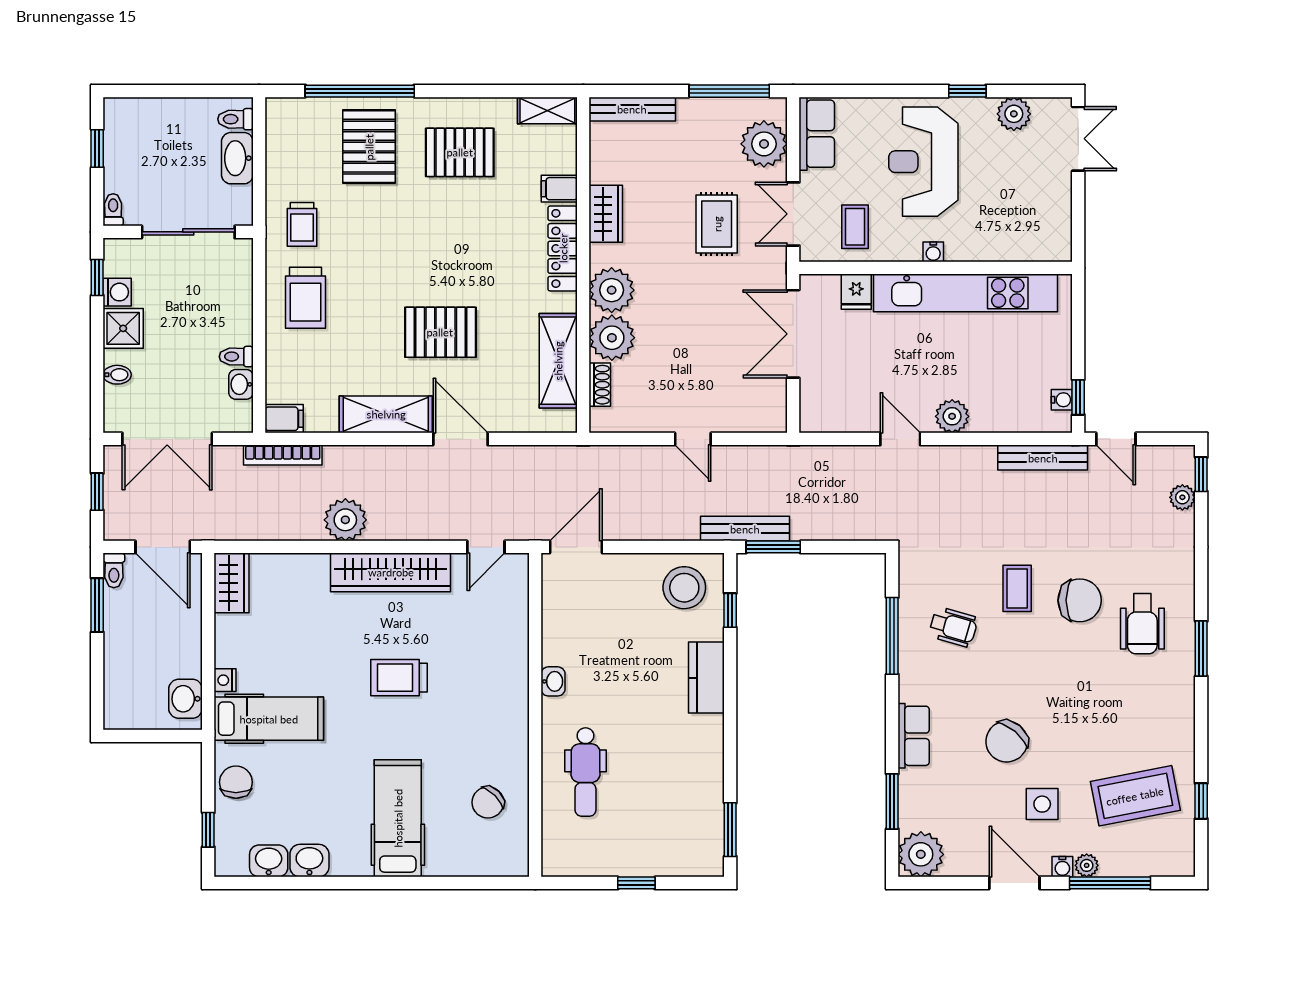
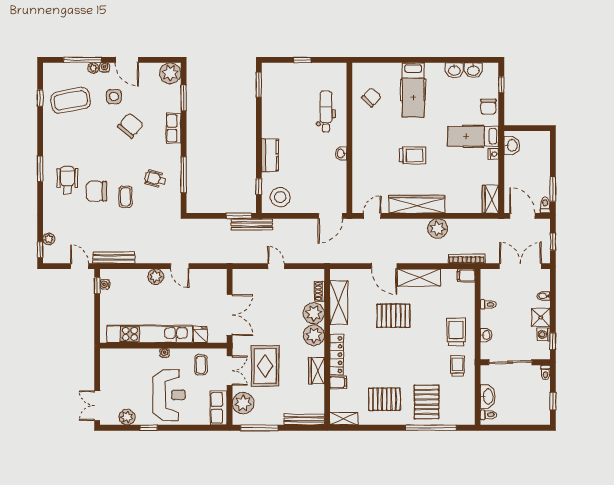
rug: (717, 224) -> (265, 366), width x1.36, depth x1.43
washbasin: (241, 384) -> (486, 335), moved

